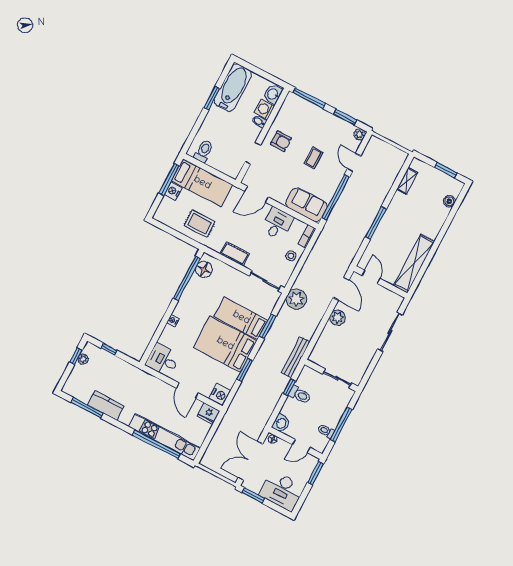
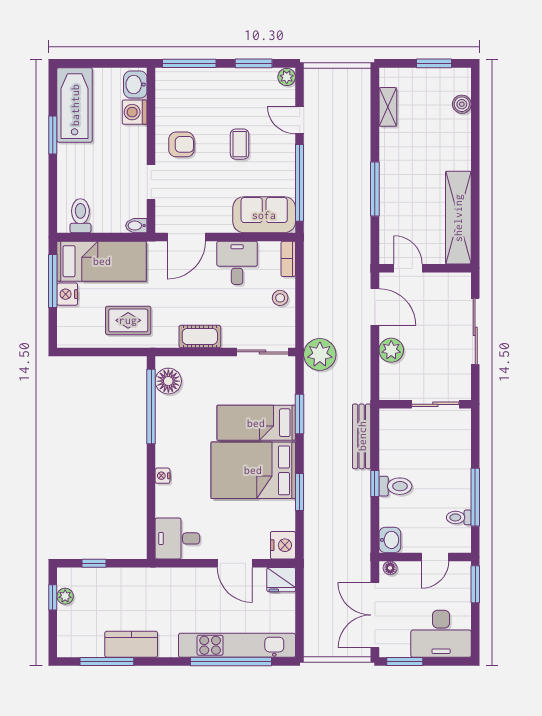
bidet: (259, 122) -> (136, 226), moved
wall: (331, 375) -> (425, 404), moved
sliding door: (337, 378) -> (435, 404), moved

